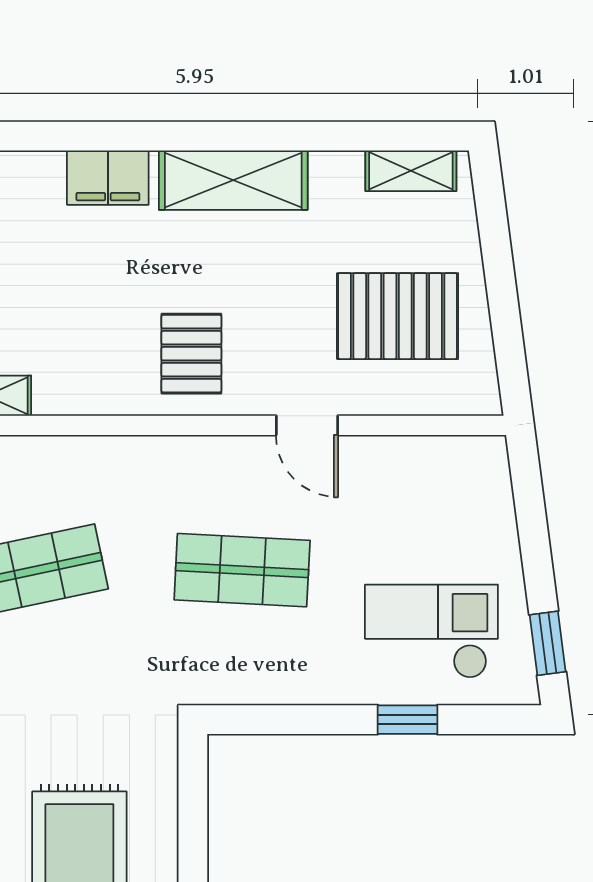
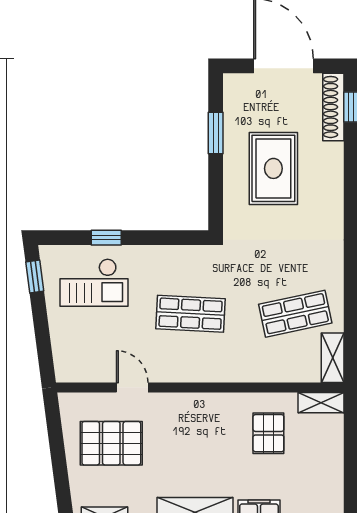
pallet: (191, 354) -> (268, 433), moved
door: (307, 425) -> (132, 387), moved

